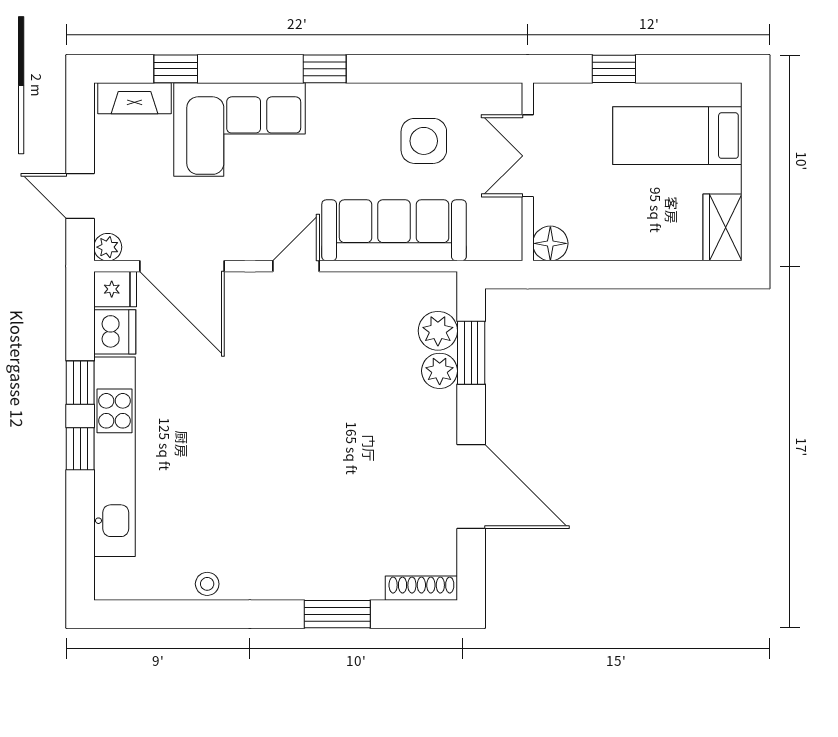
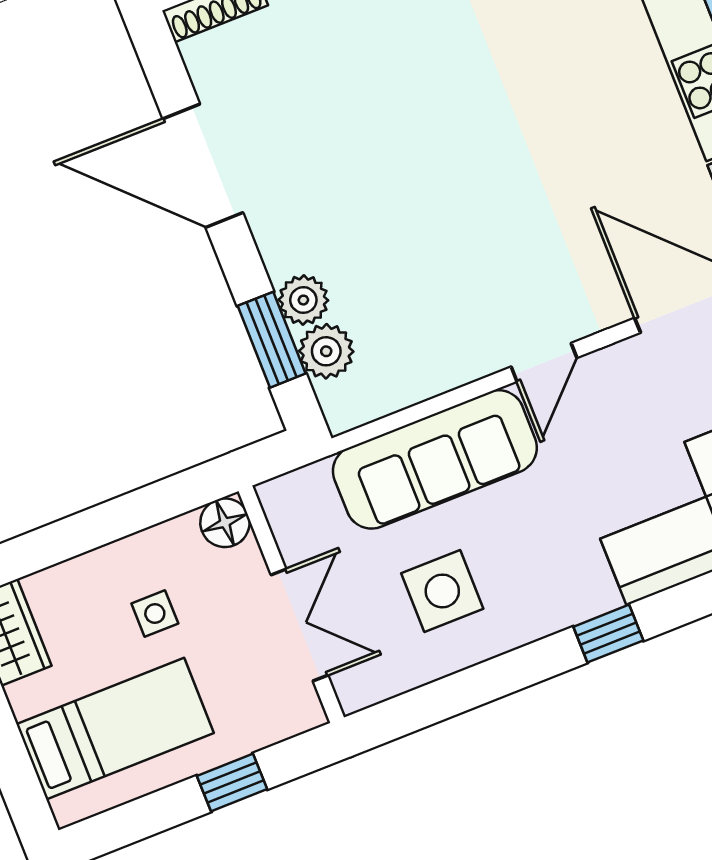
side table: (621, 202) -> (155, 614), added

